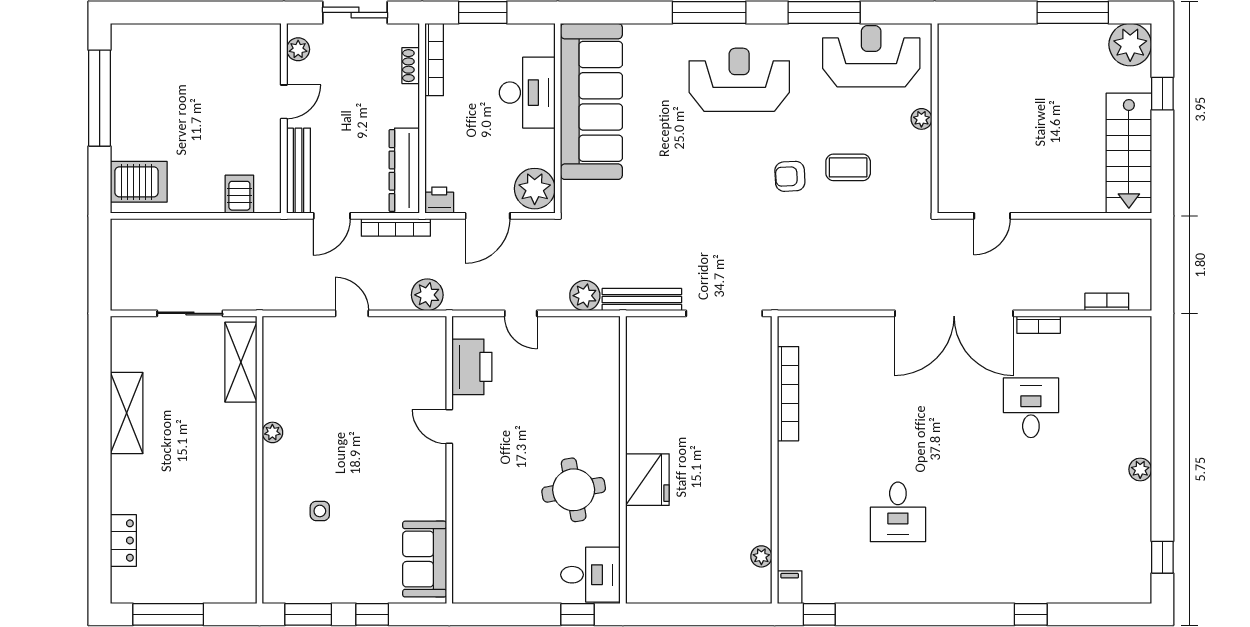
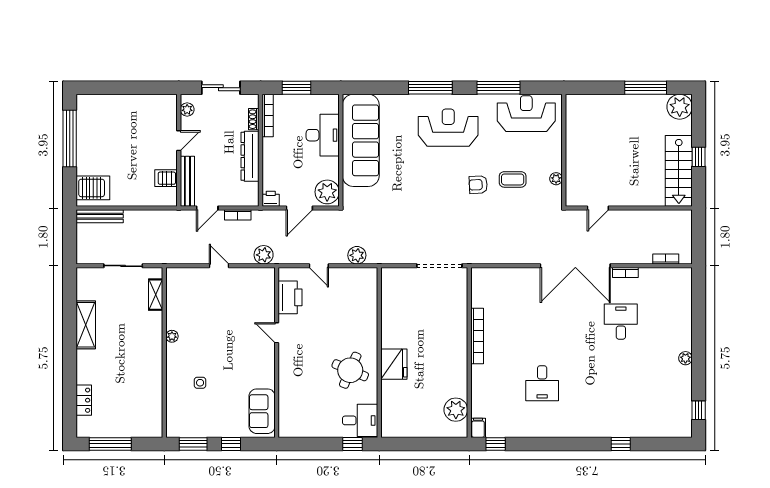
window: (1162, 94) -> (699, 157), moved
plant: (921, 119) -> (556, 179), moved
dresser: (404, 171) -> (250, 156), moved
server rack: (239, 194) -> (166, 178), moved, turned -90
bookcase: (396, 227) -> (238, 215), width x0.64
bench: (642, 300) -> (100, 216), moved
shelving: (241, 362) -> (156, 295), width x0.67, depth x0.75
bookcase: (788, 394) -> (477, 336), moved
round table: (574, 490) -> (350, 370), turned 33
plant: (761, 556) -> (456, 410), width x1.88, depth x1.88

